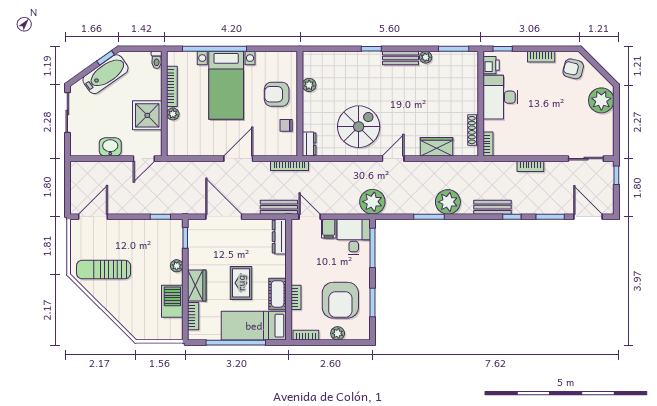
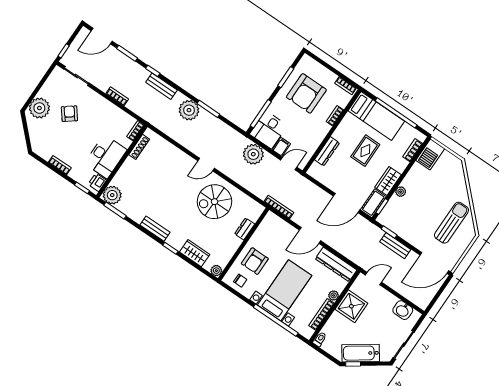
plant: (426, 57) -> (112, 195), moved, width x1.87, depth x1.87
armchair: (573, 69) -> (69, 114), moved, turned -142
plant: (309, 85) -> (216, 271), moved
armchair: (277, 94) -> (255, 261), turned 90
chair: (286, 125) -> (240, 281), moved
dresser: (309, 144) -> (245, 229), moved
washbasin: (110, 147) -> (403, 310), moved
dresser: (192, 147) -> (336, 264), added
wardrobe: (436, 147) -> (195, 253), moved, turned 180
plant: (372, 202) -> (253, 154), moved
bench: (279, 207) -> (395, 246), moved
door: (93, 217) -> (434, 263), width x1.36
door: (224, 217) -> (347, 203), hinge flipped
door: (310, 217) -> (289, 164), swing flipped
door: (588, 217) -> (102, 36), hinge flipped
dresser: (279, 237) -> (327, 151), moved
sun lounger: (104, 269) -> (451, 223), turned -90
wardrobe: (197, 285) -> (388, 181), moved
cot: (278, 294) -> (373, 203), moved
armchair: (340, 300) -> (306, 93), turned 180
barbecue: (172, 301) -> (430, 154), moved
plant: (338, 333) -> (323, 72), removed

